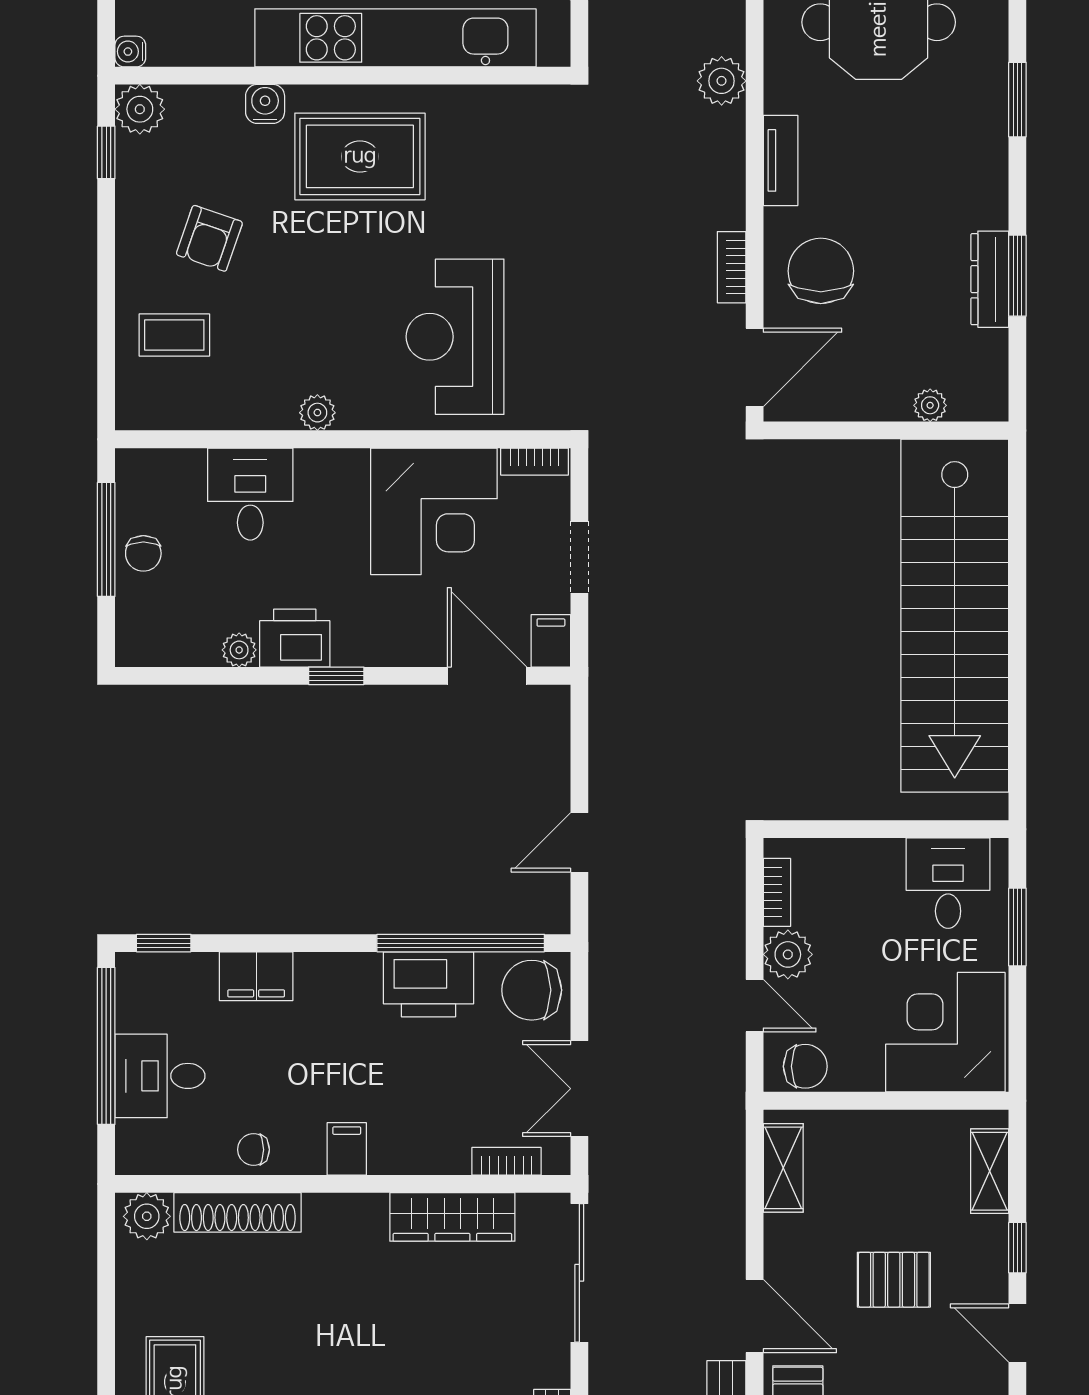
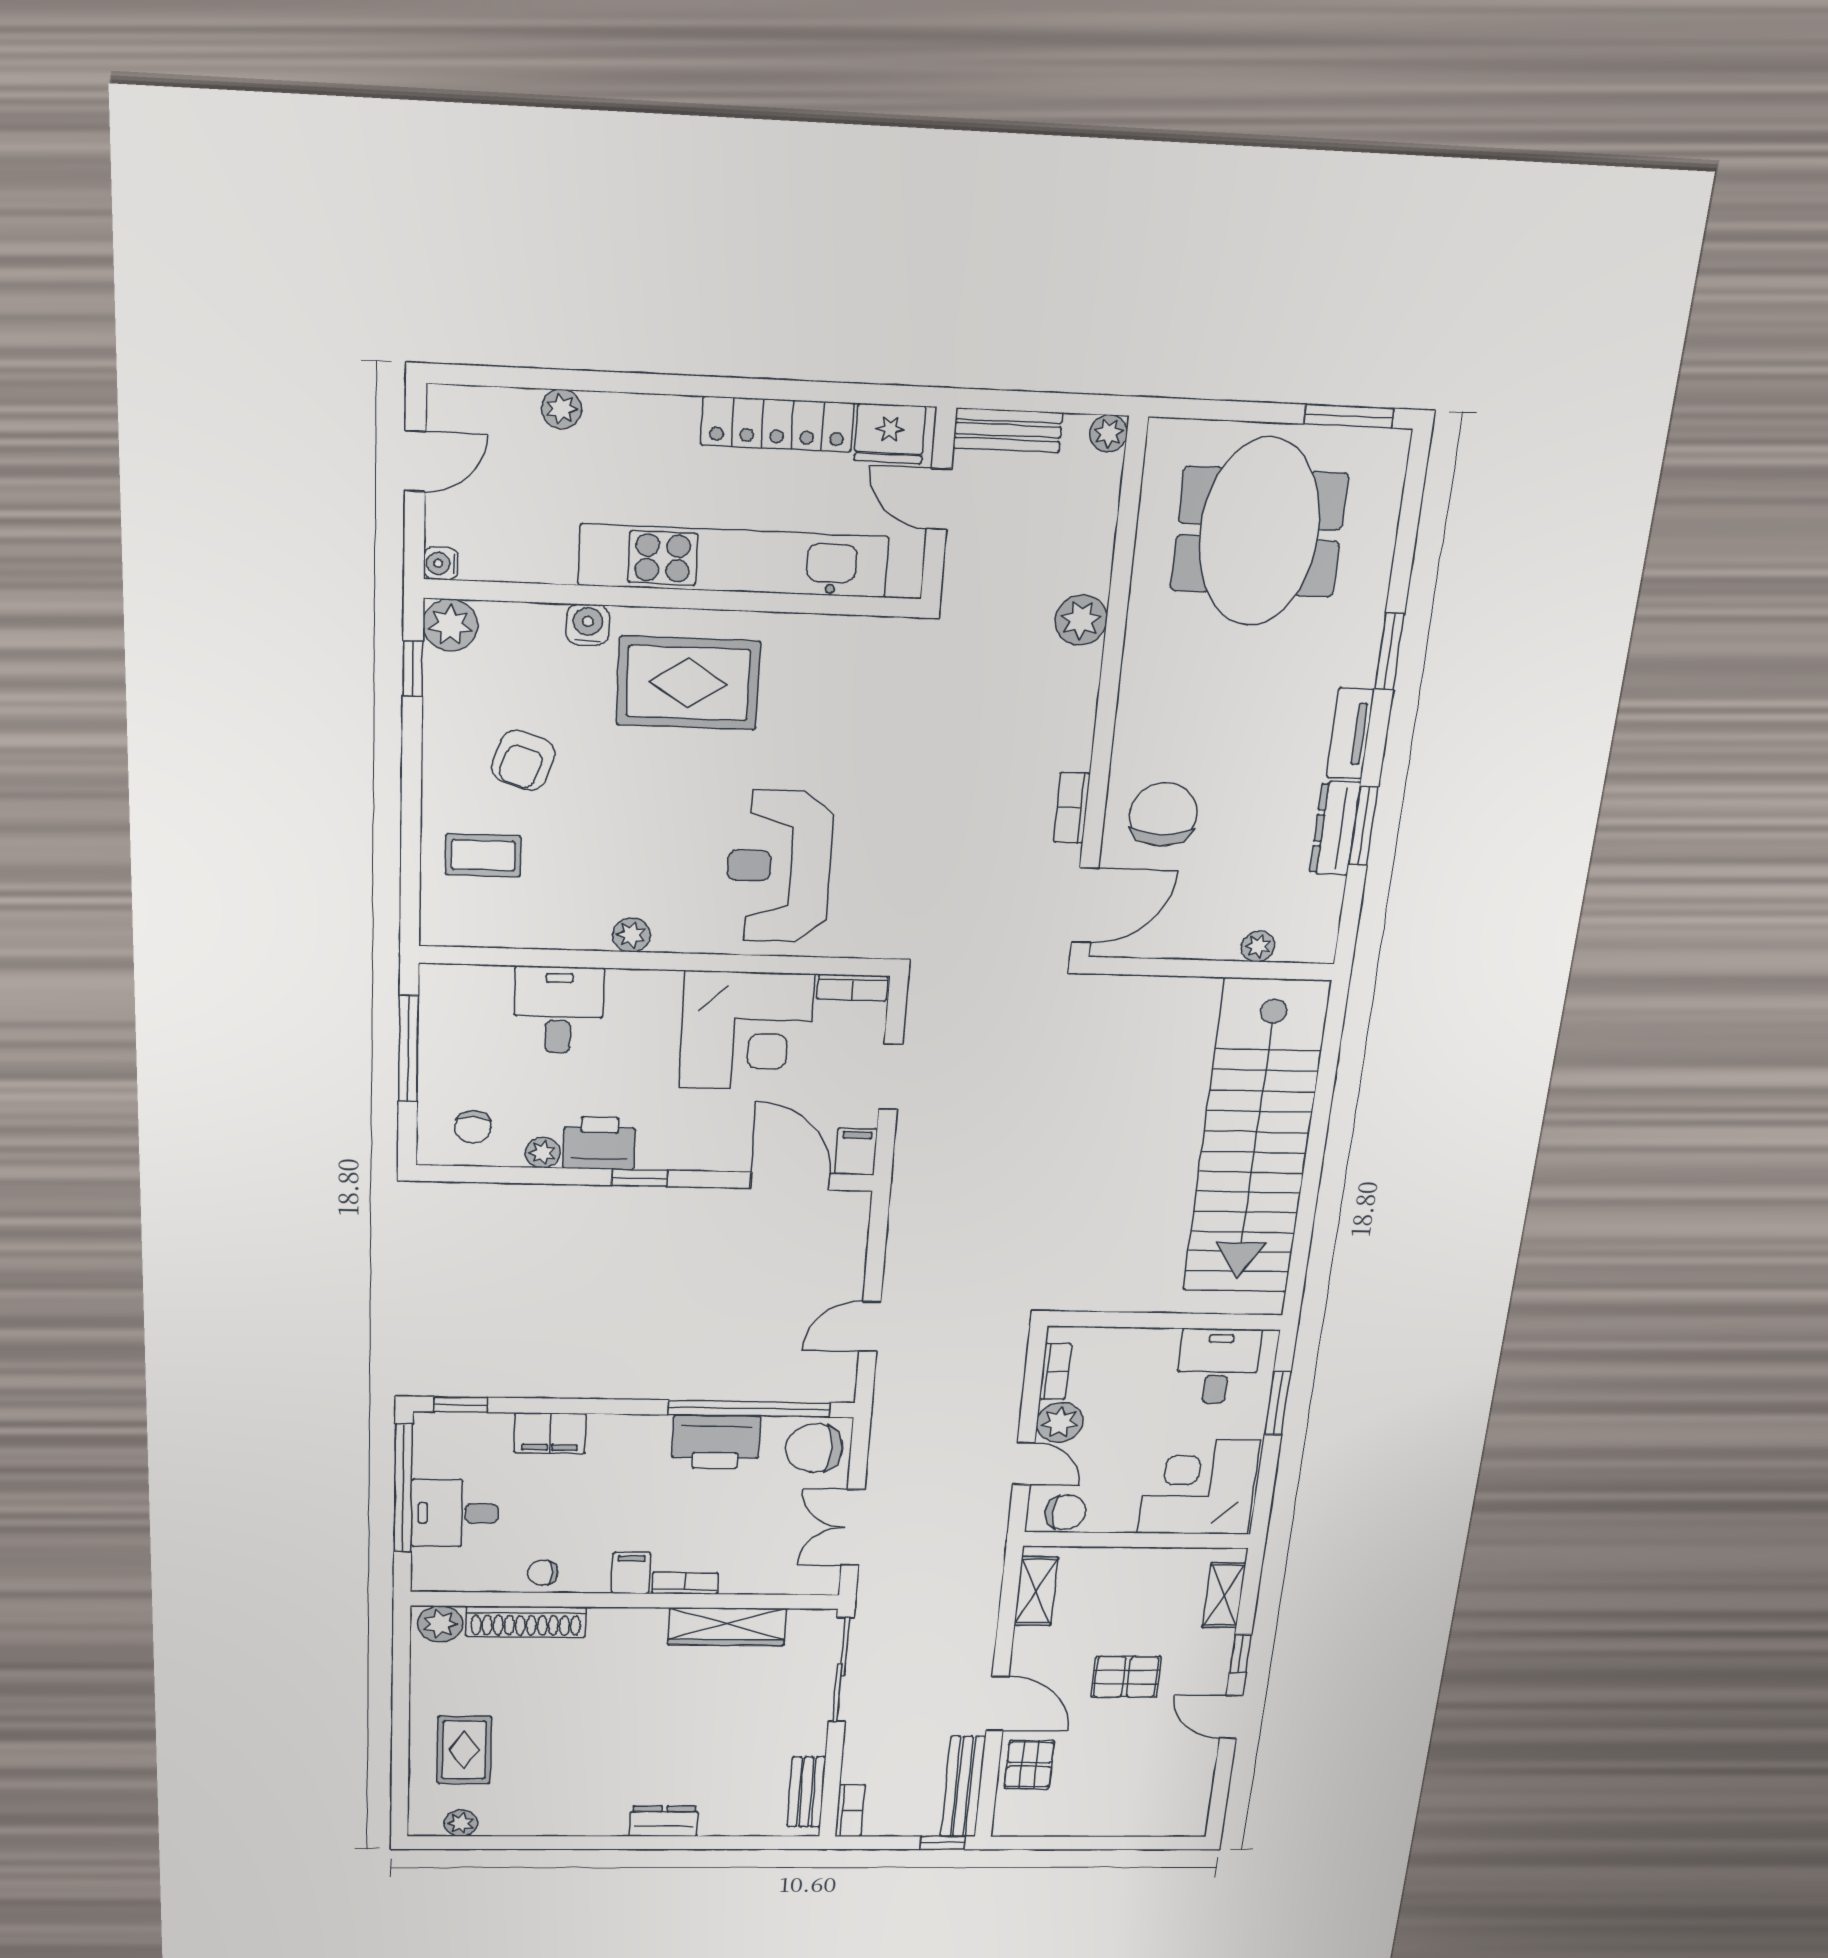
tv unit: (781, 160) -> (1350, 734), moved, turned 180
chair: (143, 553) -> (473, 1127), moved
bookcase: (506, 1161) -> (685, 1583), moved

